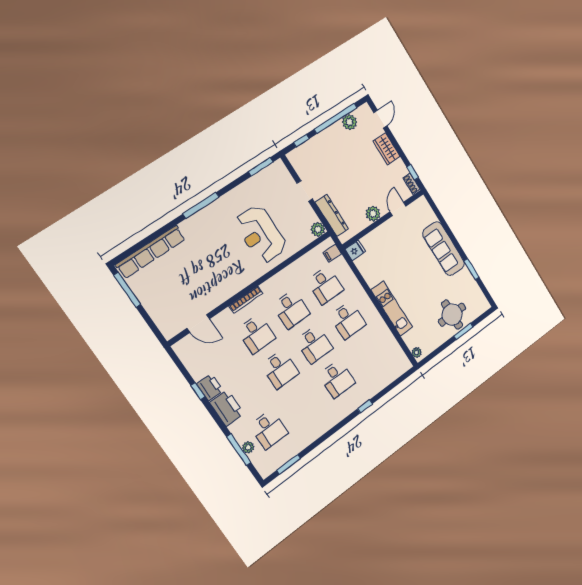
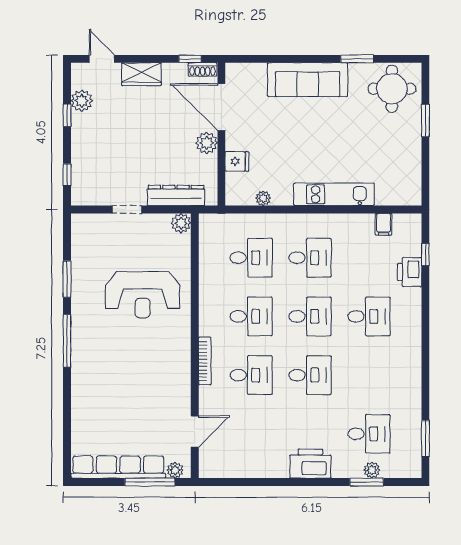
window: (336, 118) -> (67, 115), width x0.32
window: (261, 167) -> (67, 279), moved
door: (398, 209) -> (221, 107), width x1.88
fridge: (355, 250) -> (237, 161), moved, turned 90
row of seats: (151, 252) -> (118, 467), moved, turned -90
filing cabinet: (332, 253) -> (384, 224), moved
window: (127, 290) -> (150, 482), moved
round table: (452, 315) -> (392, 89), moved
plant: (165, 328) -> (175, 470), added
plant: (417, 352) -> (263, 198), moved
printer: (210, 387) -> (410, 272), moved, turned -90
window: (198, 391) -> (269, 482), removed
window: (365, 406) -> (425, 254), moved
window: (239, 450) -> (367, 482), width x0.69

